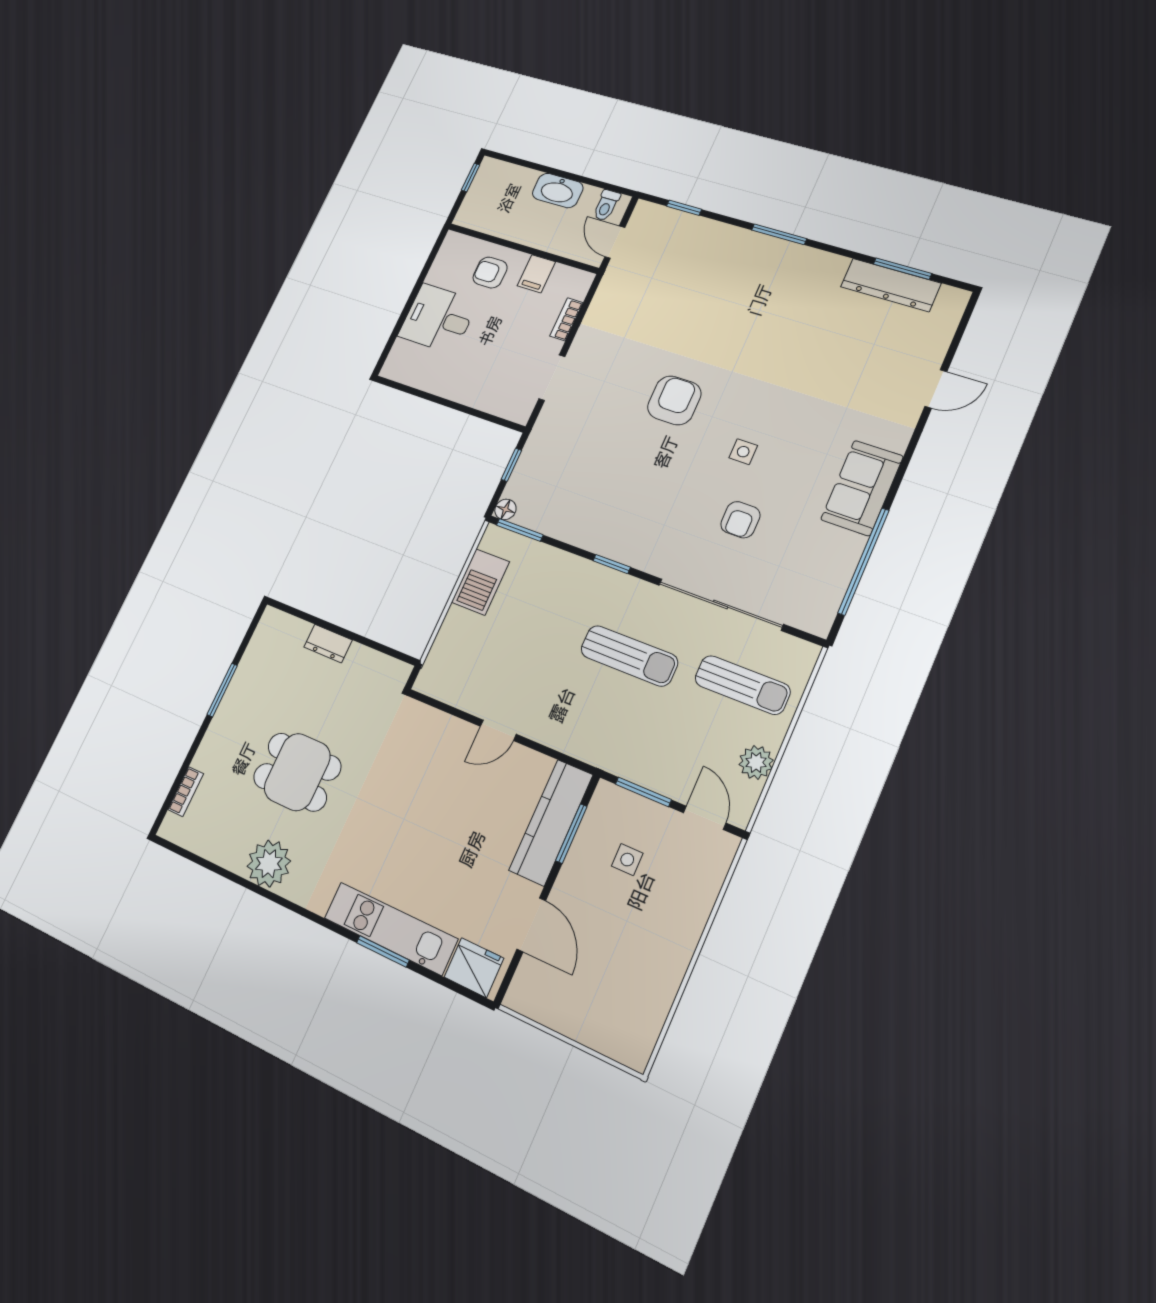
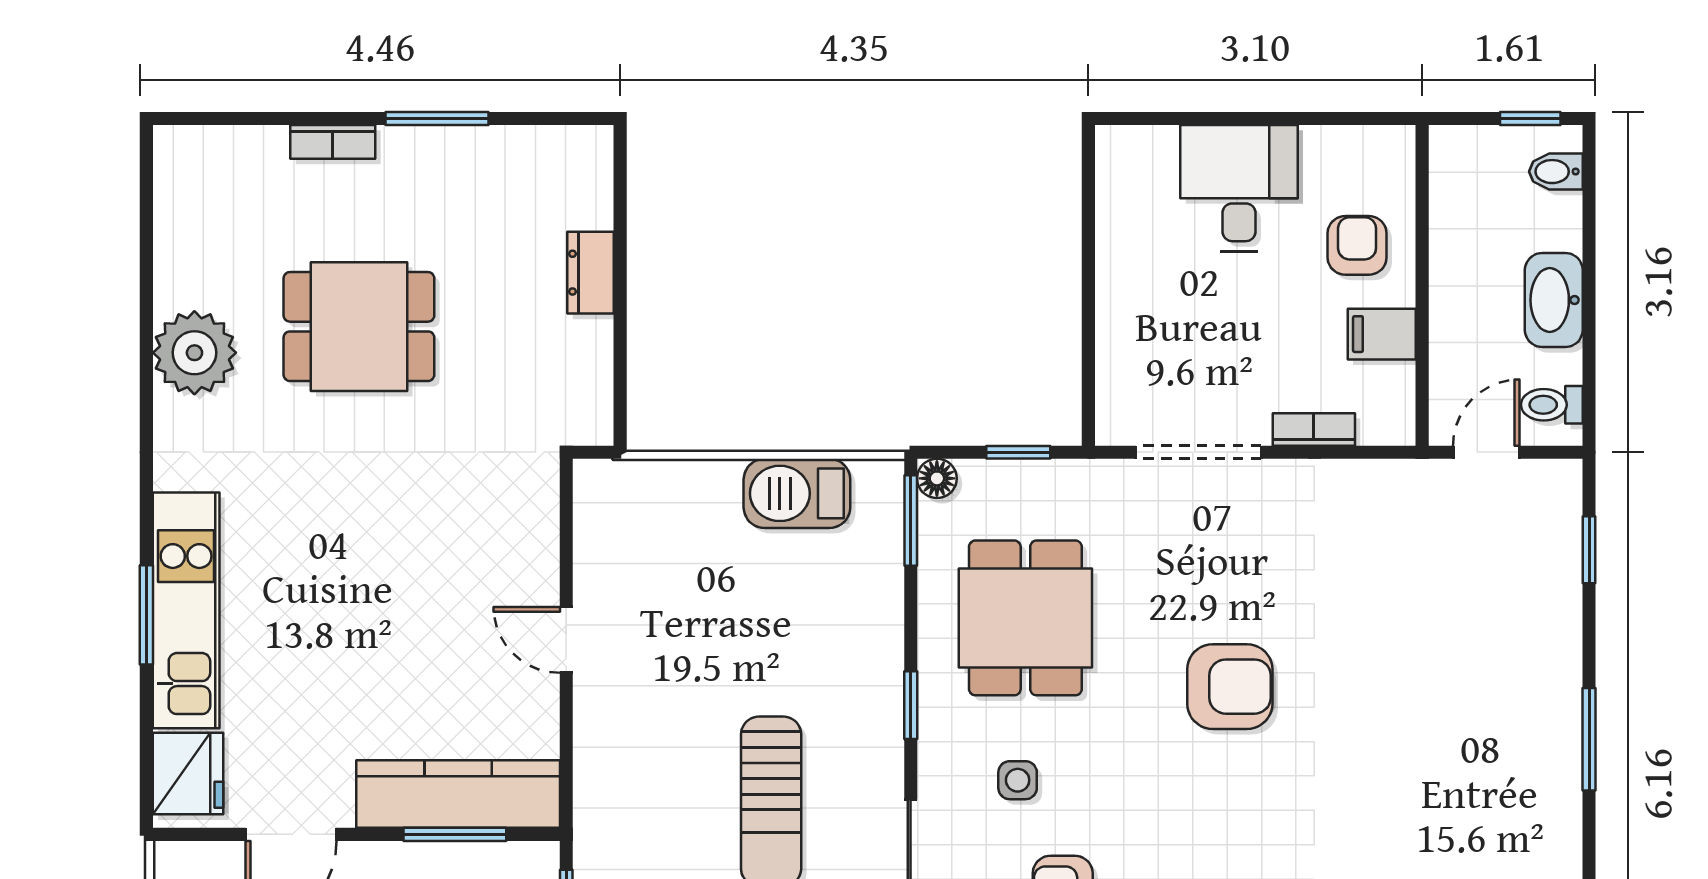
bidet: (500, 173) -> (1556, 172), added
doorway: (552, 378) -> (1199, 452), width x1.38
side table: (743, 452) -> (1018, 780), moved
dining table: (594, 490) -> (1025, 618), added
dining table: (297, 772) -> (359, 327), turned 90
bookcase: (186, 792) -> (333, 142), moved

